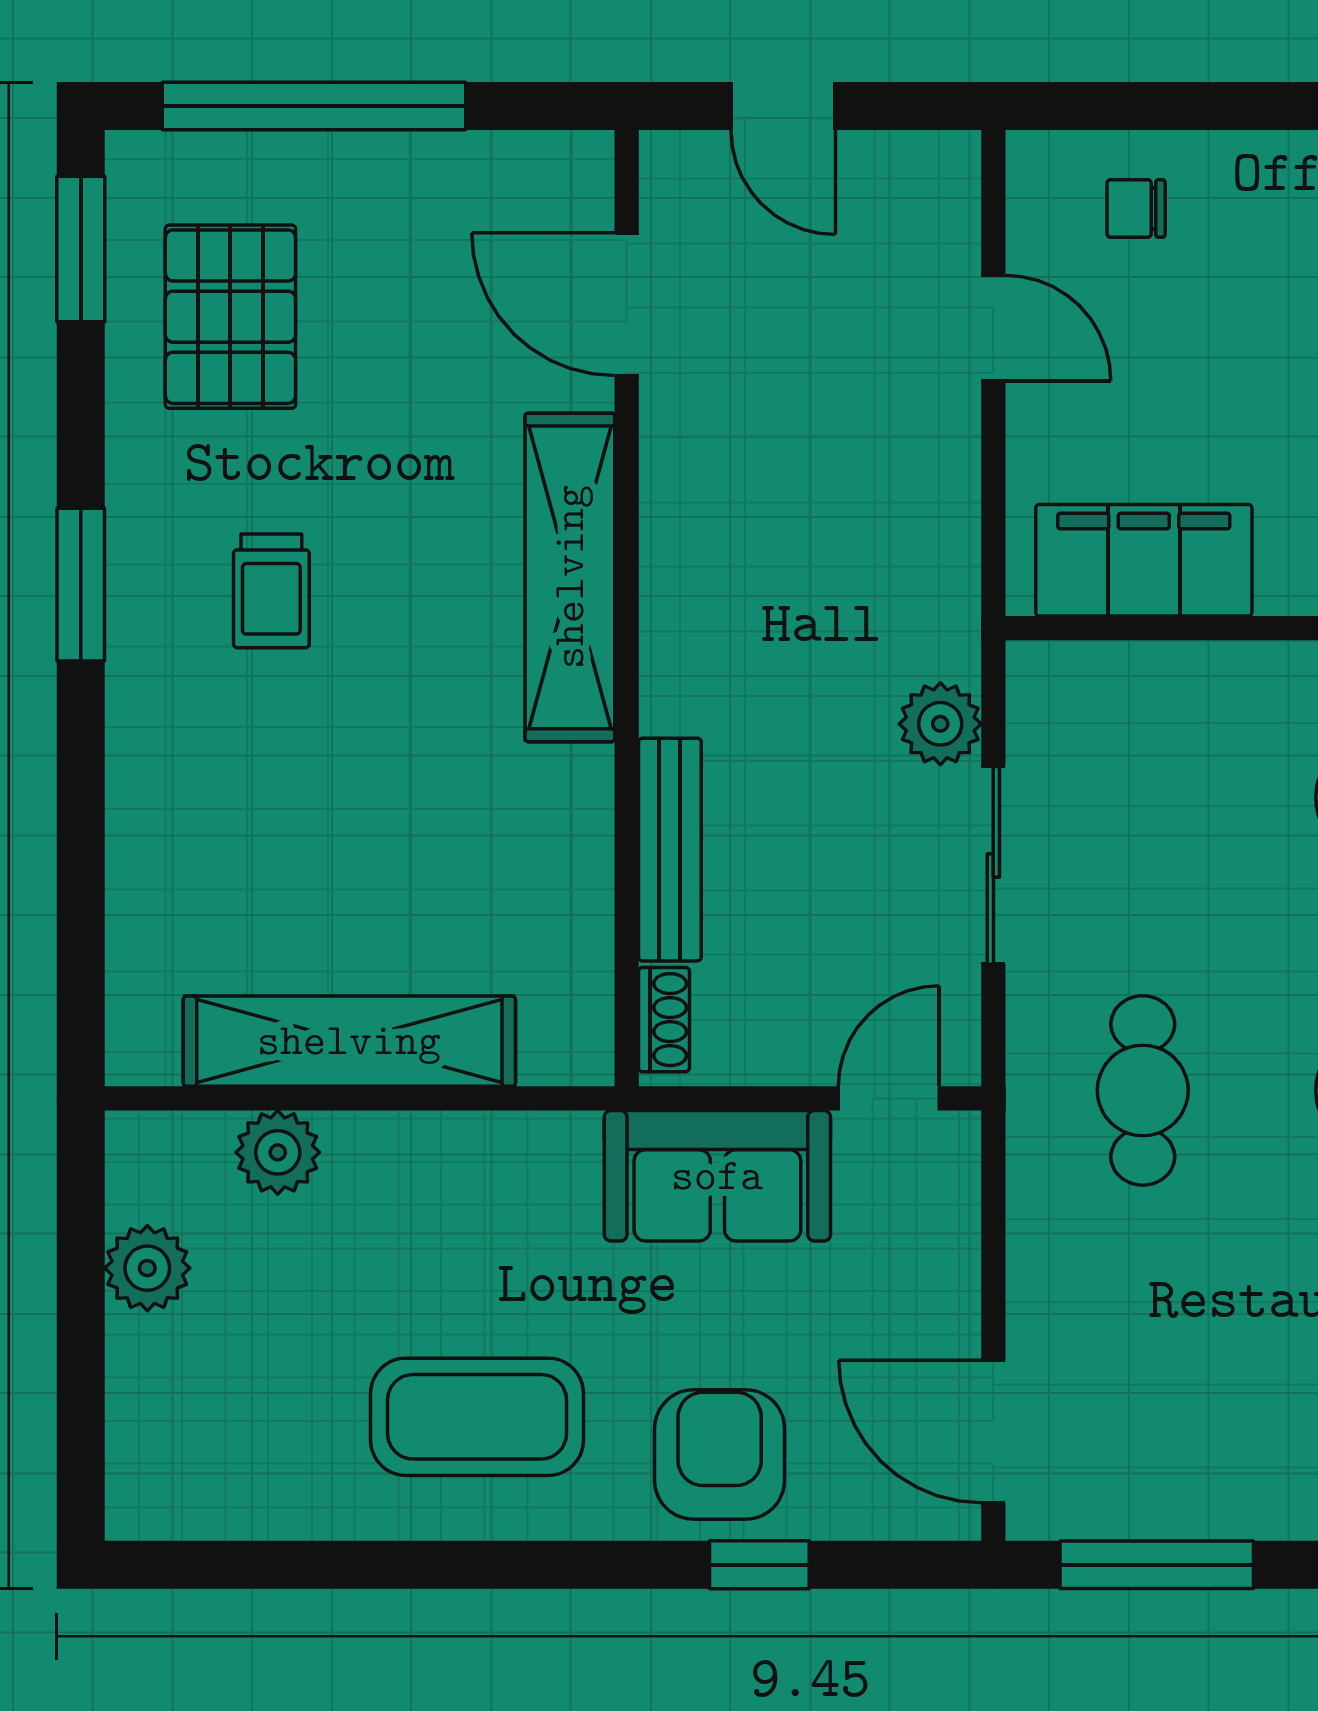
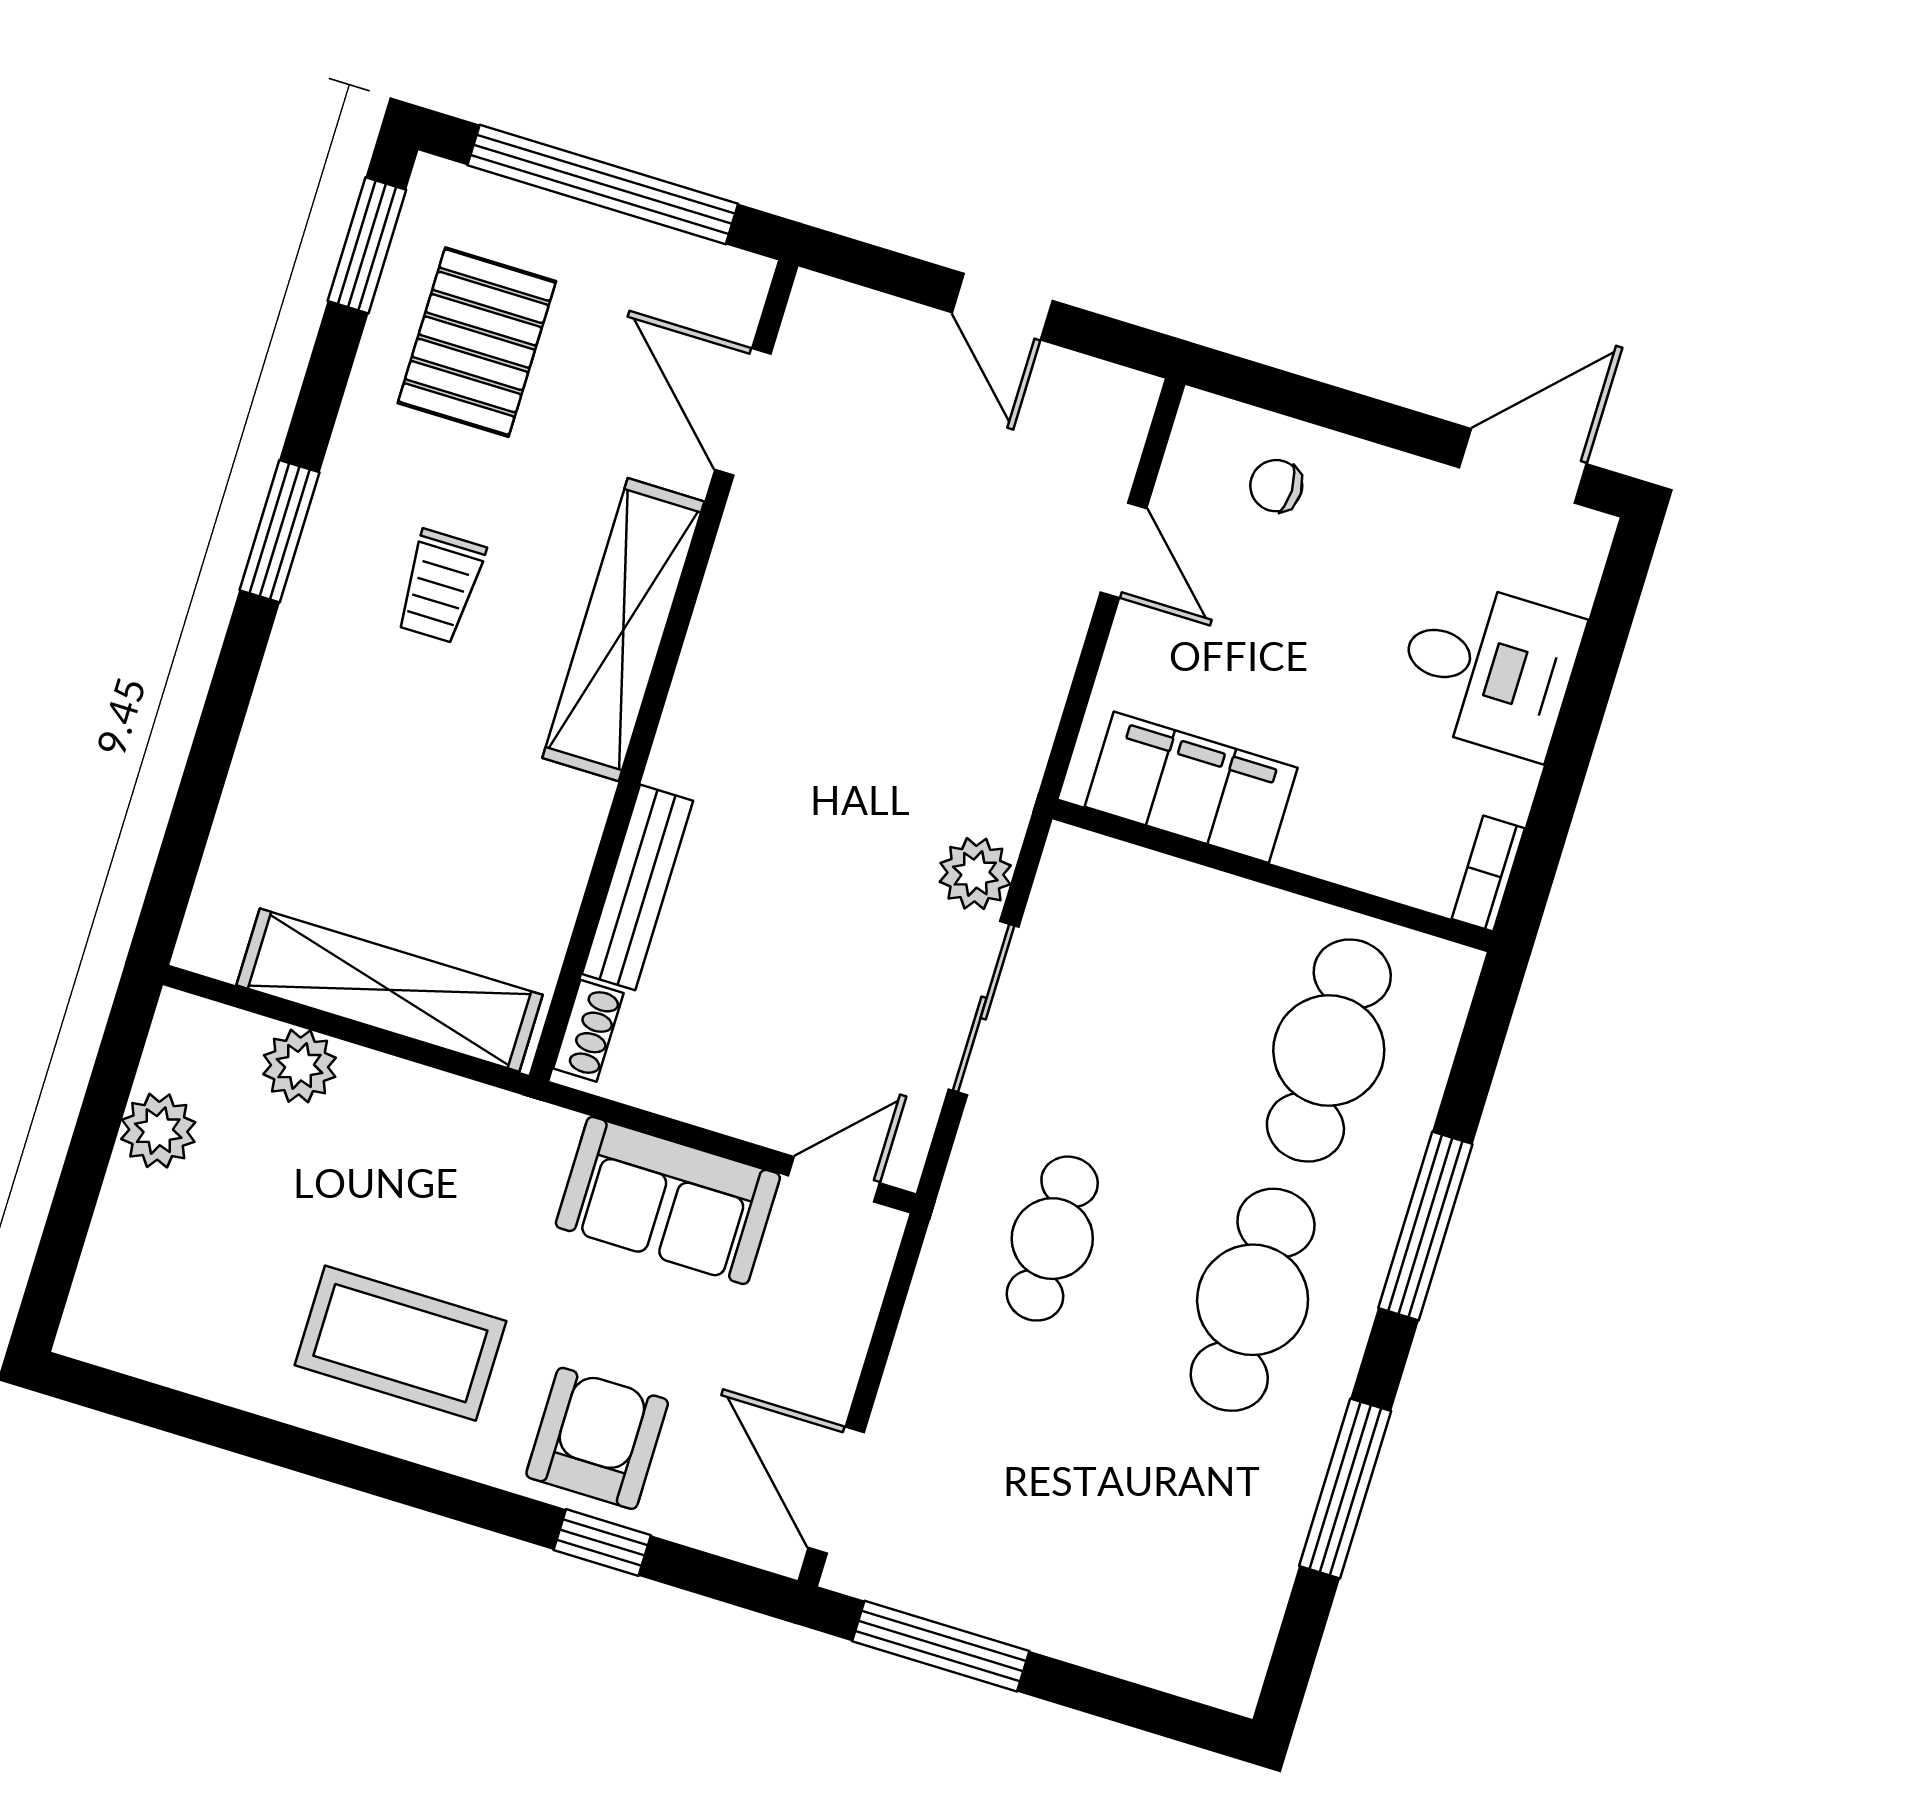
door: (627, 304) -> (743, 412), moved
shelving: (570, 577) -> (623, 630), moved
wall: (627, 608) -> (664, 671), moved
bench: (670, 850) -> (638, 887), moved
shoe rack: (664, 1020) -> (588, 1031), moved

